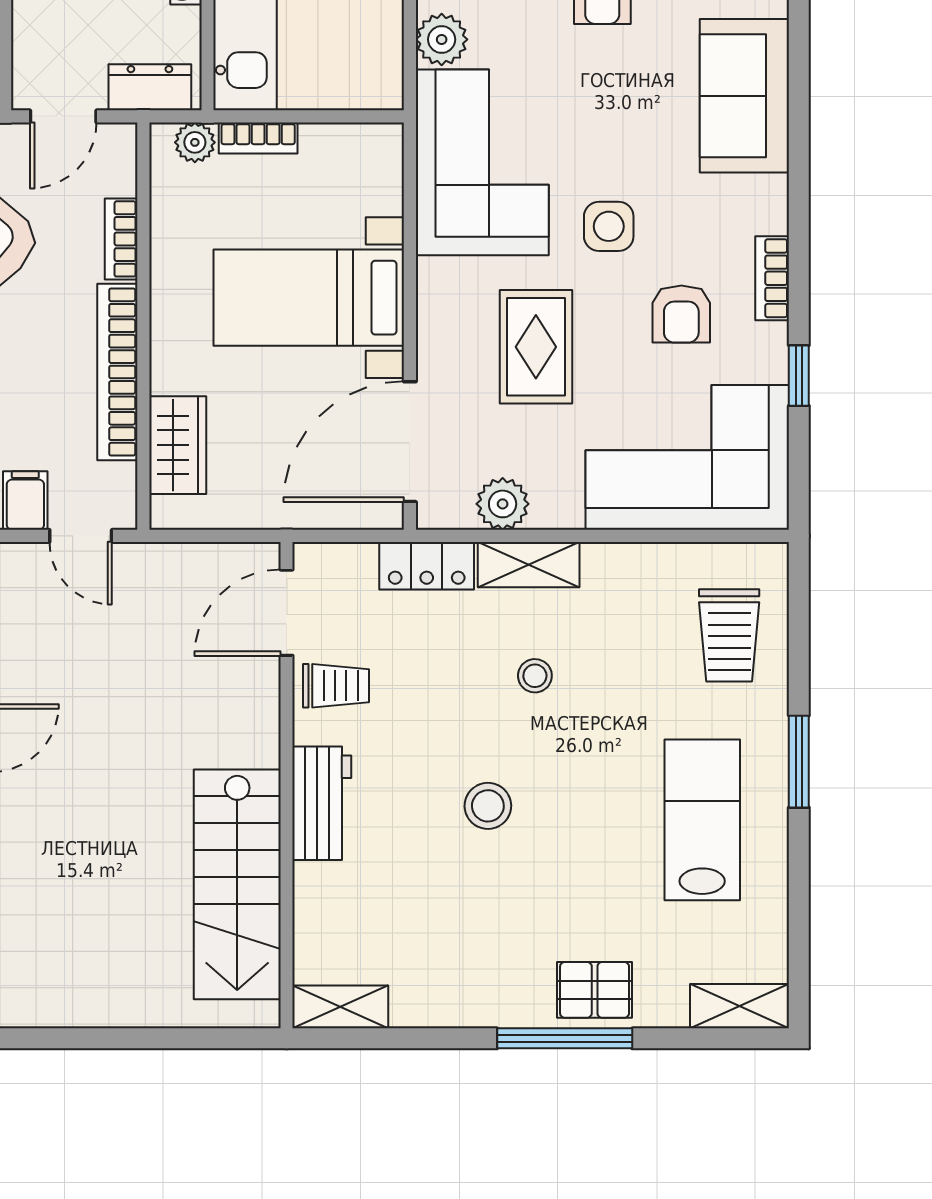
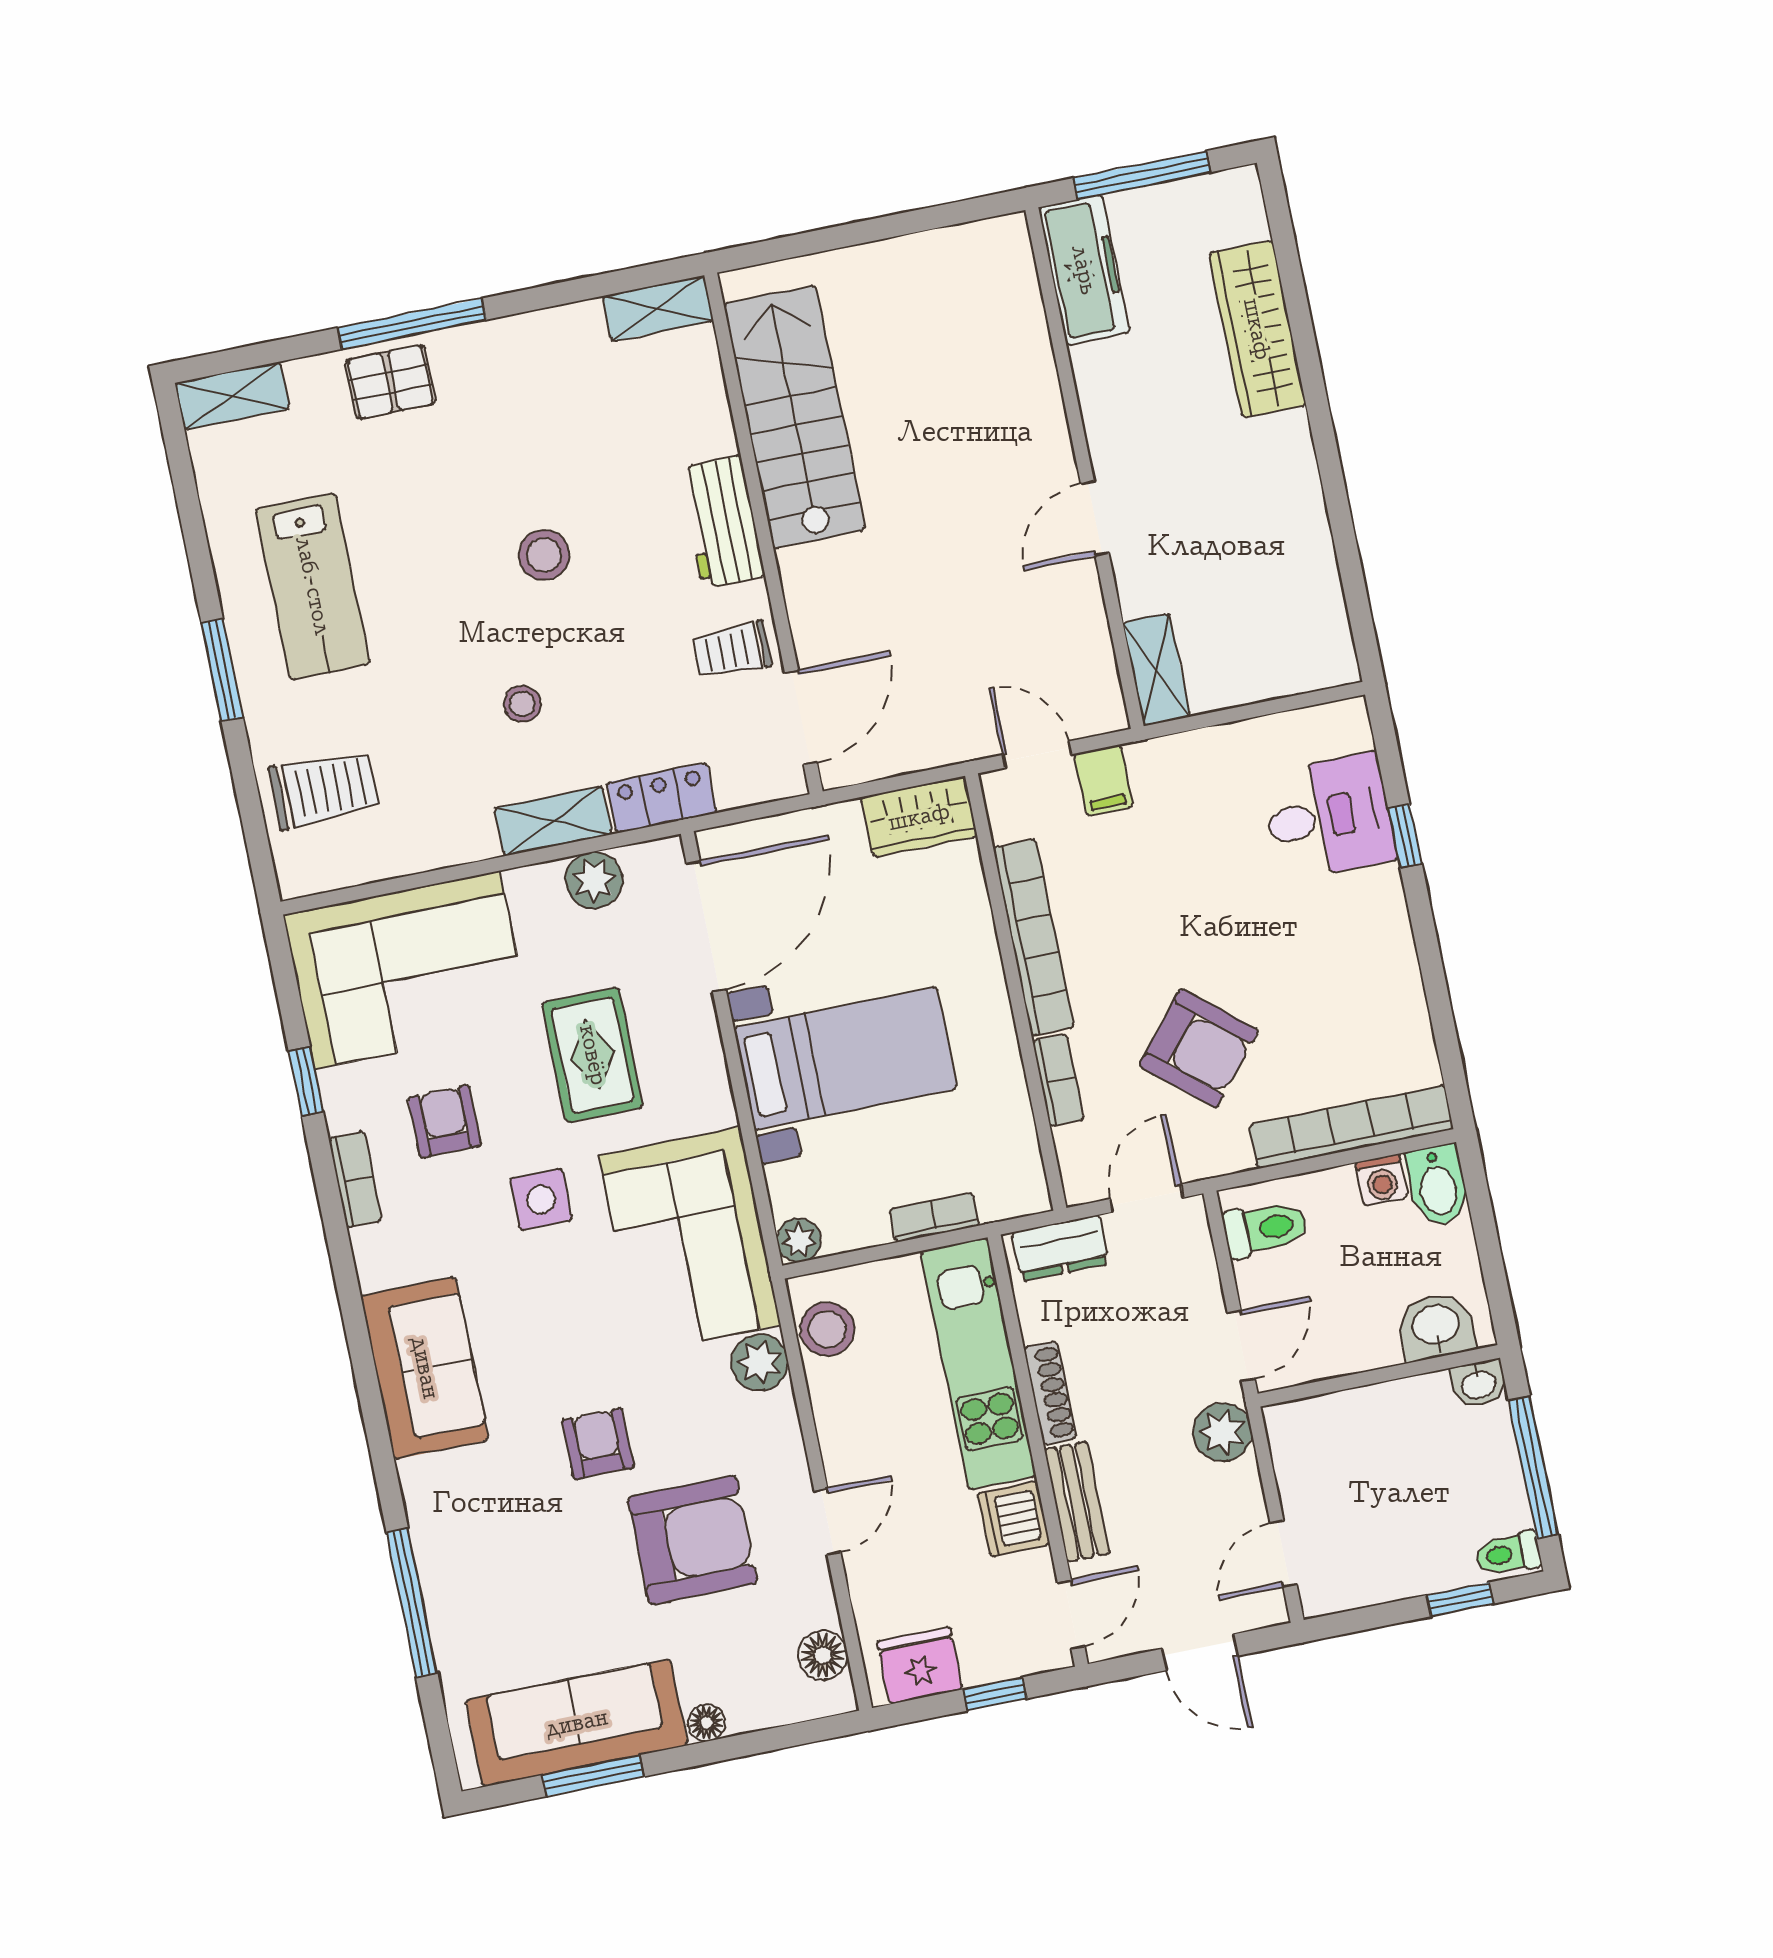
stool: (375, 57) -> (827, 1329), added
plant: (195, 142) -> (799, 1240), moved
wardrobe: (178, 445) -> (919, 817), moved, turned -90
trolley: (729, 635) -> (324, 789), turned 90

